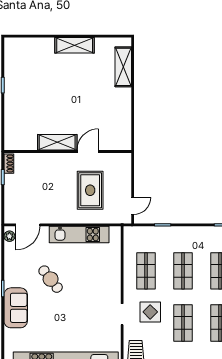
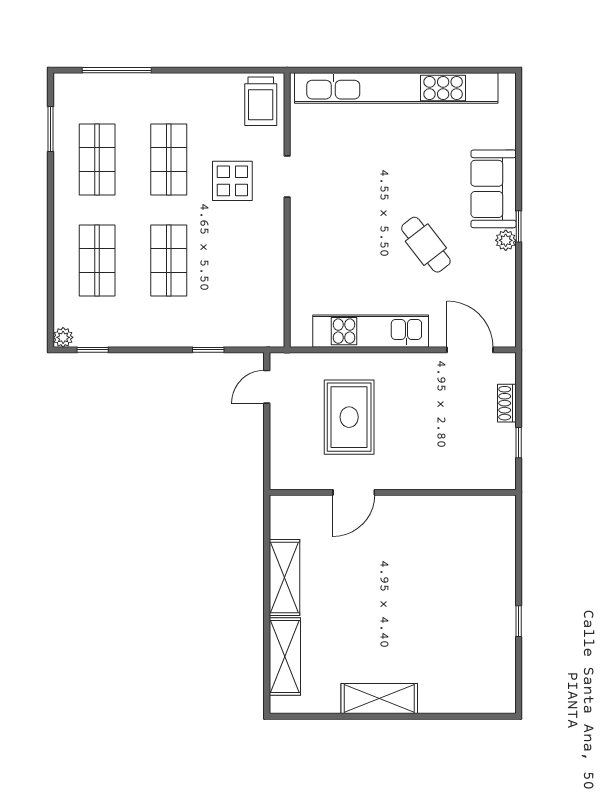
shelving: (57, 142) -> (285, 578), moved, turned 90
shoe rack: (9, 164) -> (507, 403), moved
door: (28, 225) -> (470, 350), hinge flipped
plant: (9, 236) -> (506, 240), moved
shop shelf: (146, 271) -> (241, 261), removed

